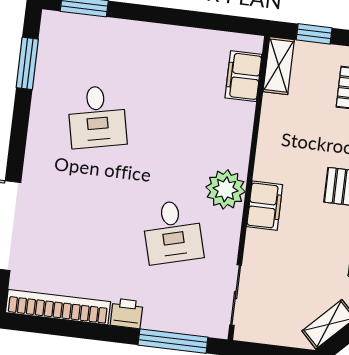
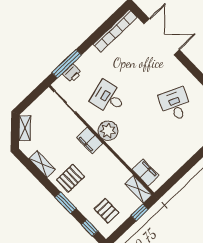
desk: (97, 117) -> (175, 104), turned 36
printer: (127, 313) -> (72, 73), moved

